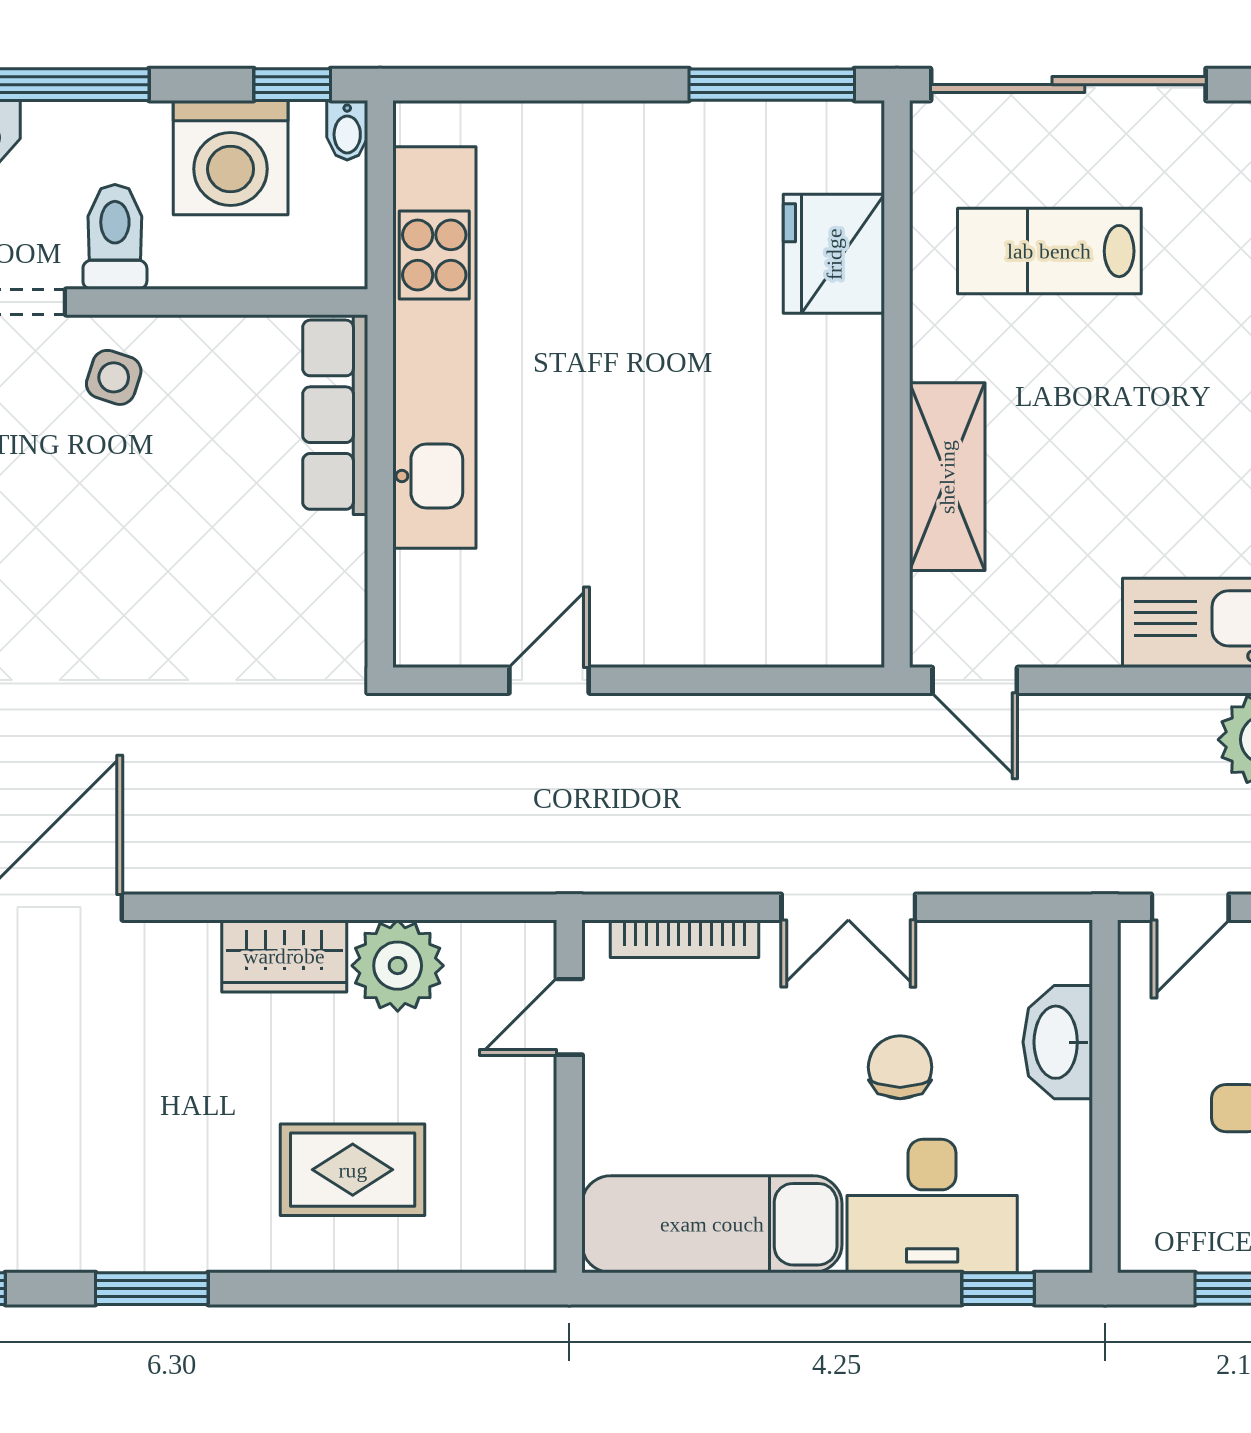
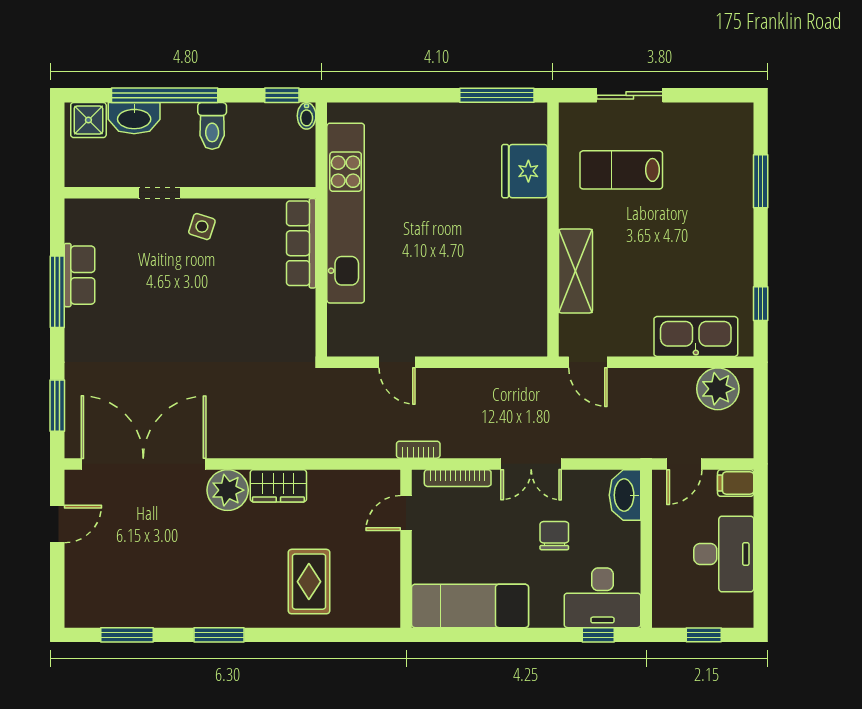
sliding door: (1068, 85) -> (630, 95), width x0.54
washing machine: (231, 158) -> (254, 128), removed
toilet: (115, 237) -> (212, 126), moved, turned 180
door: (549, 680) -> (397, 362), swing flipped
bookcase: (596, 875) -> (418, 450), added
plant: (398, 966) -> (228, 490), moved
washbasin: (1058, 1042) -> (625, 495), moved
rug: (353, 1170) -> (309, 582), turned 90
desk: (932, 1206) -> (602, 598), moved

